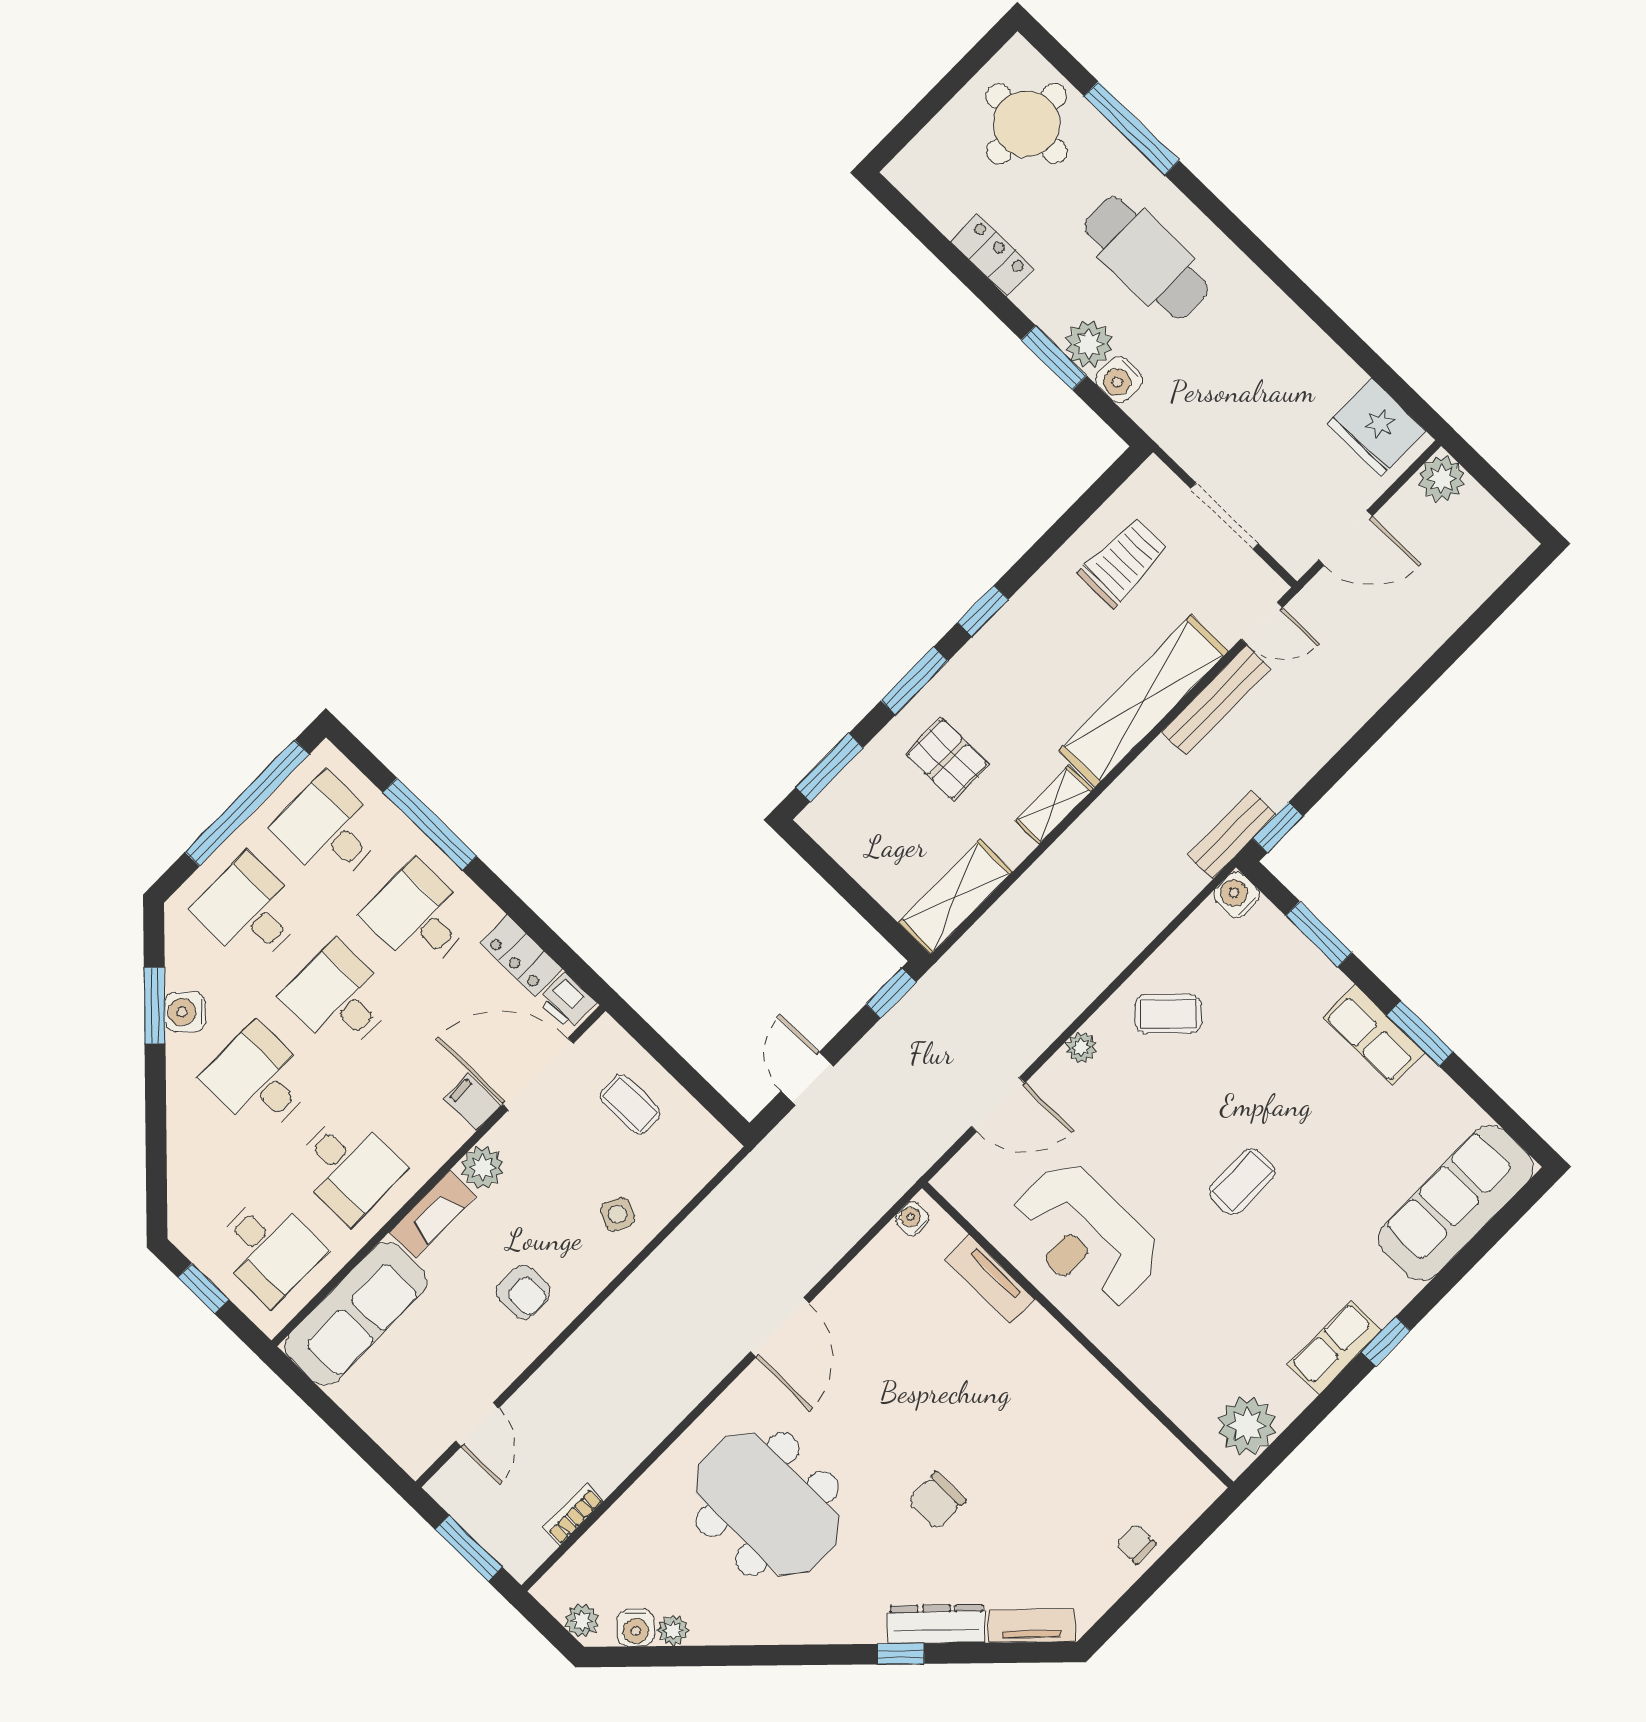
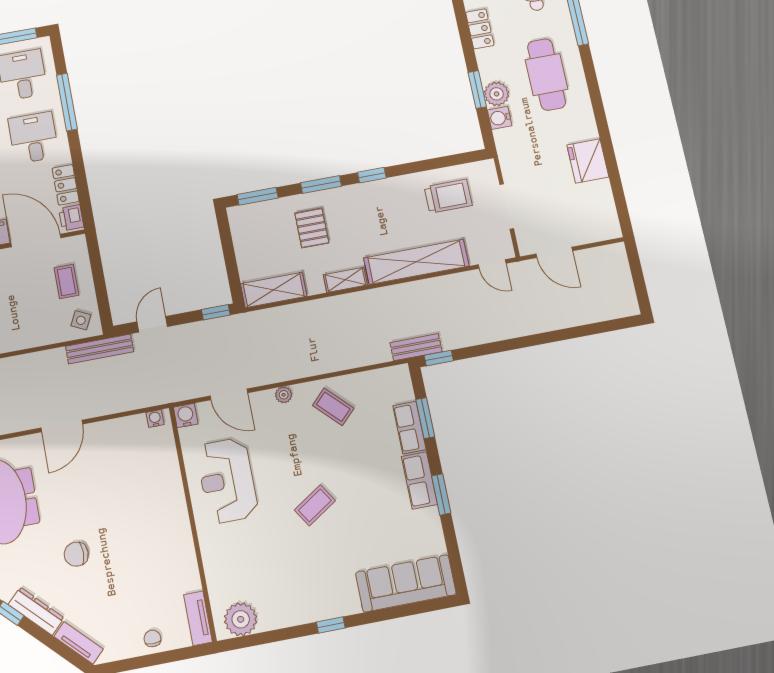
fridge: (1376, 427) -> (588, 161), moved
plant: (1442, 479) -> (615, 256), removed
bench: (1216, 700) -> (100, 349), moved
water cooler: (1236, 895) -> (186, 416), moved
coffee table: (1242, 1181) -> (315, 505), turned -33
side table: (618, 1214) -> (81, 320), moved
tv unit: (990, 1279) -> (198, 618), moved
row of seats: (1335, 1347) -> (409, 428), moved, turned -90

